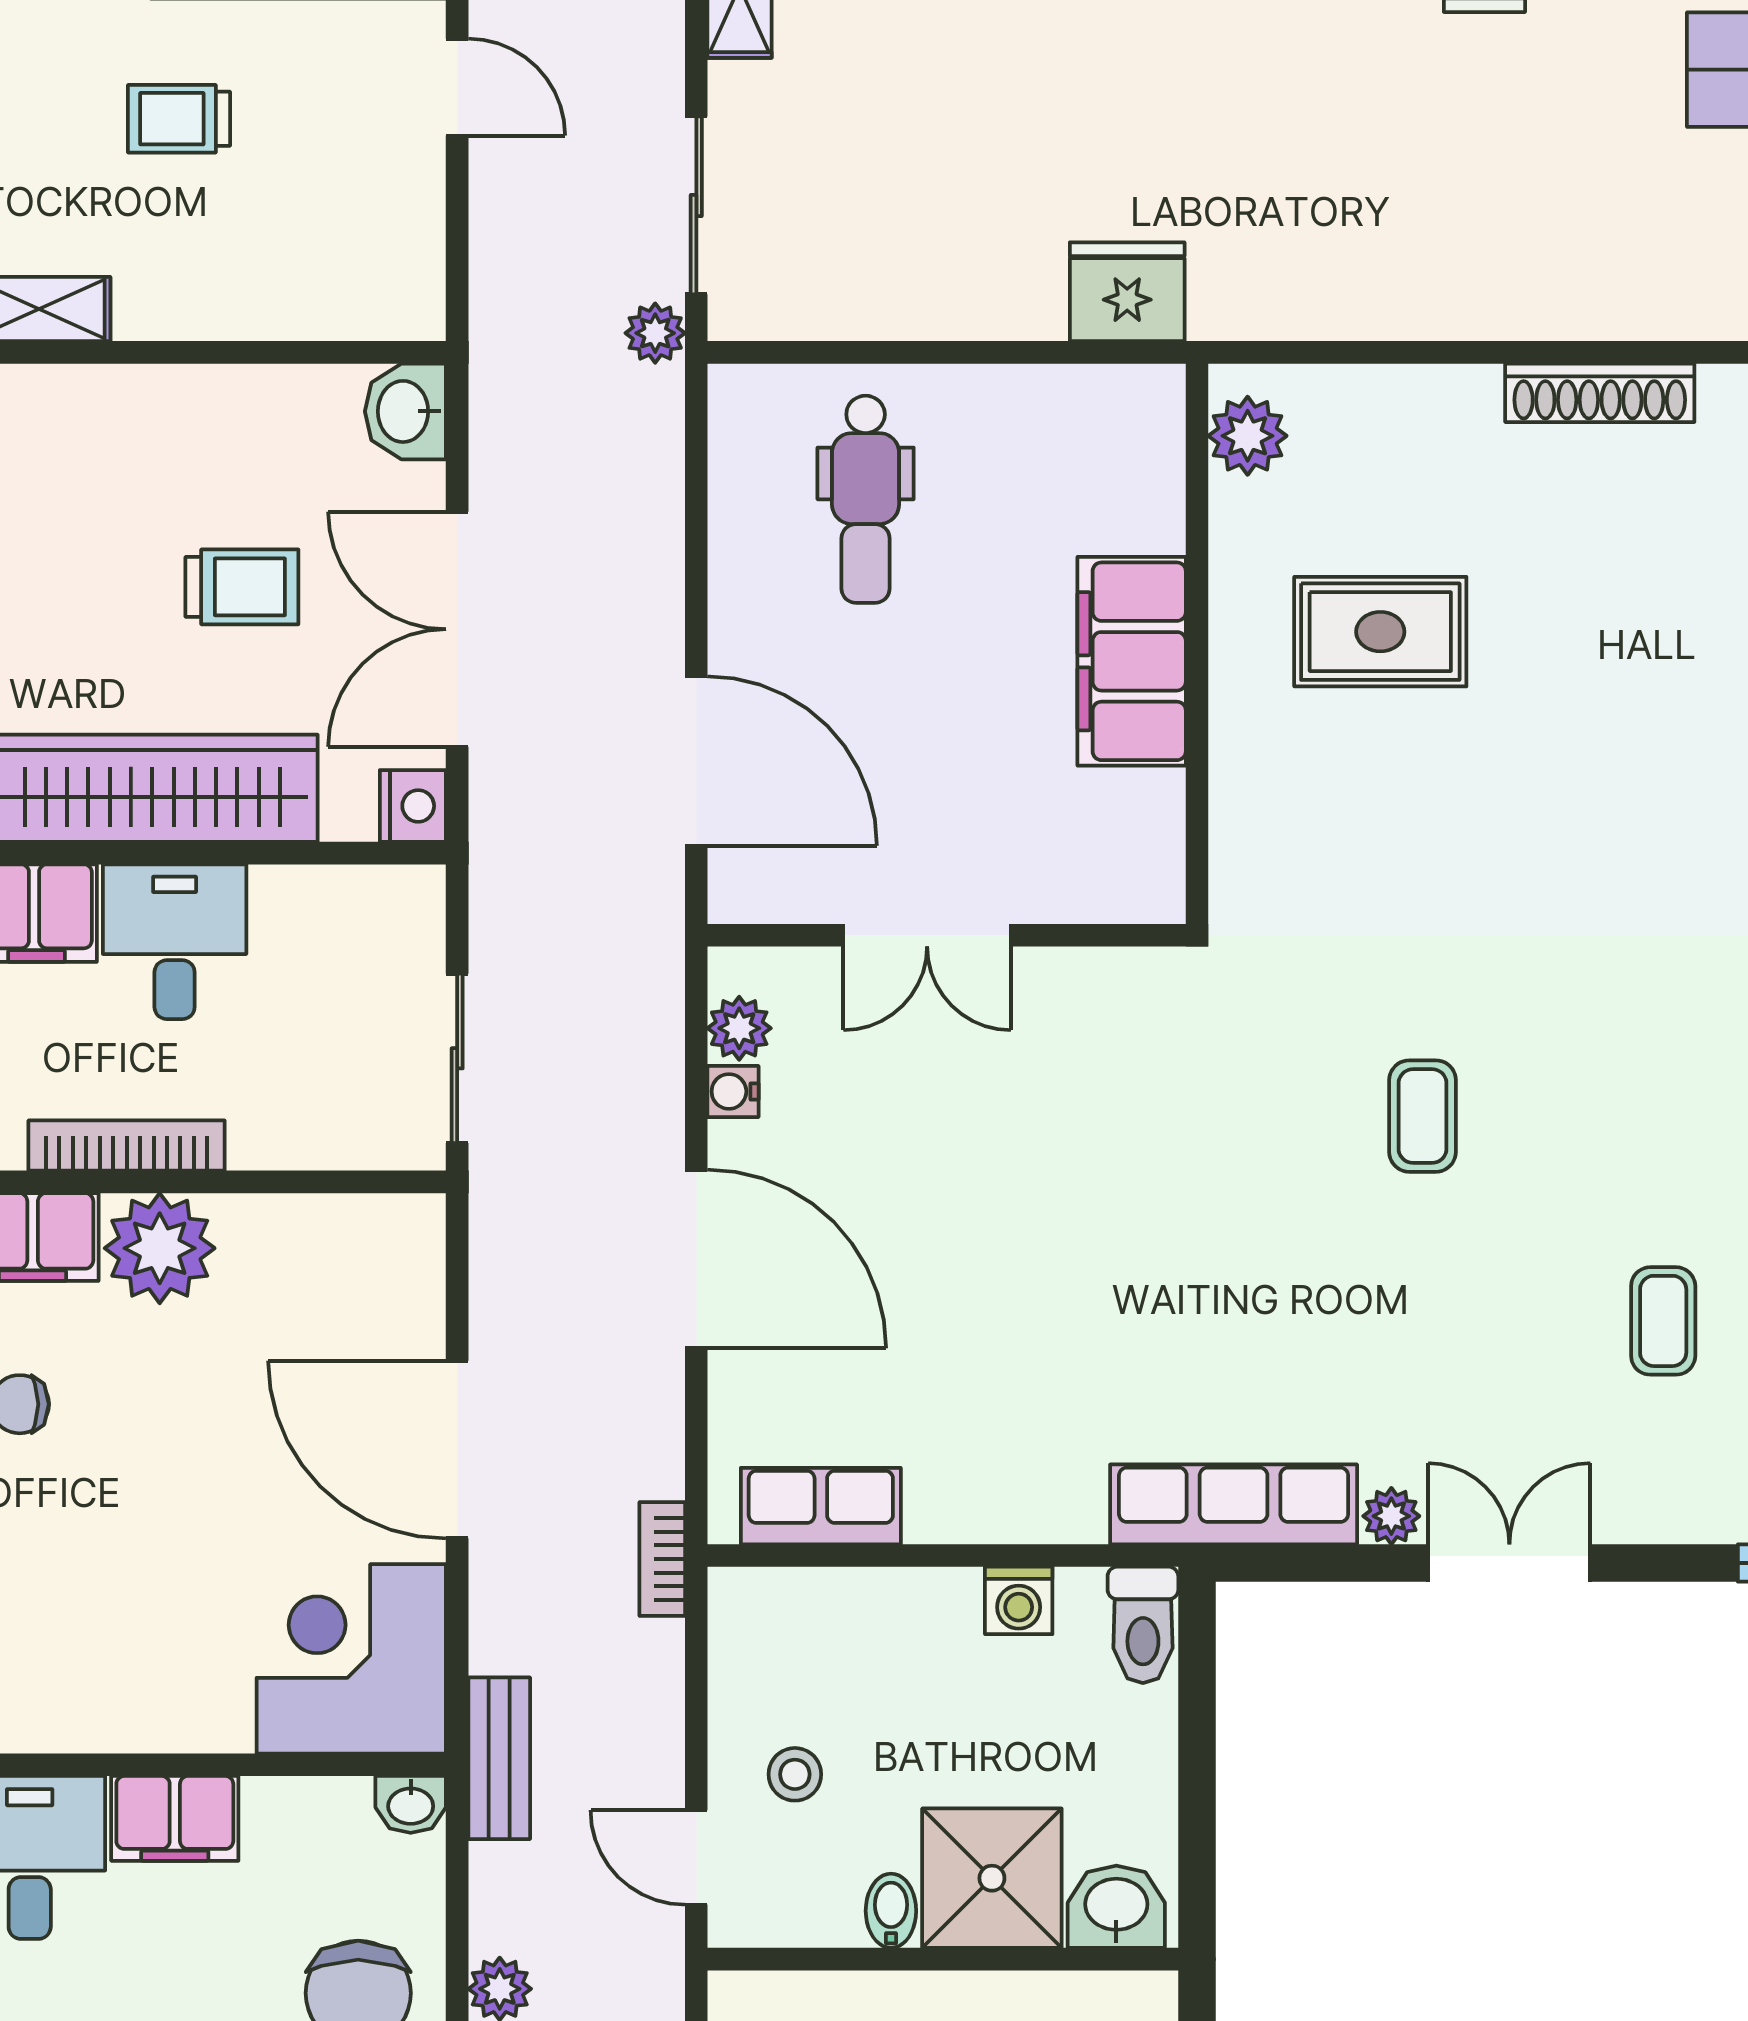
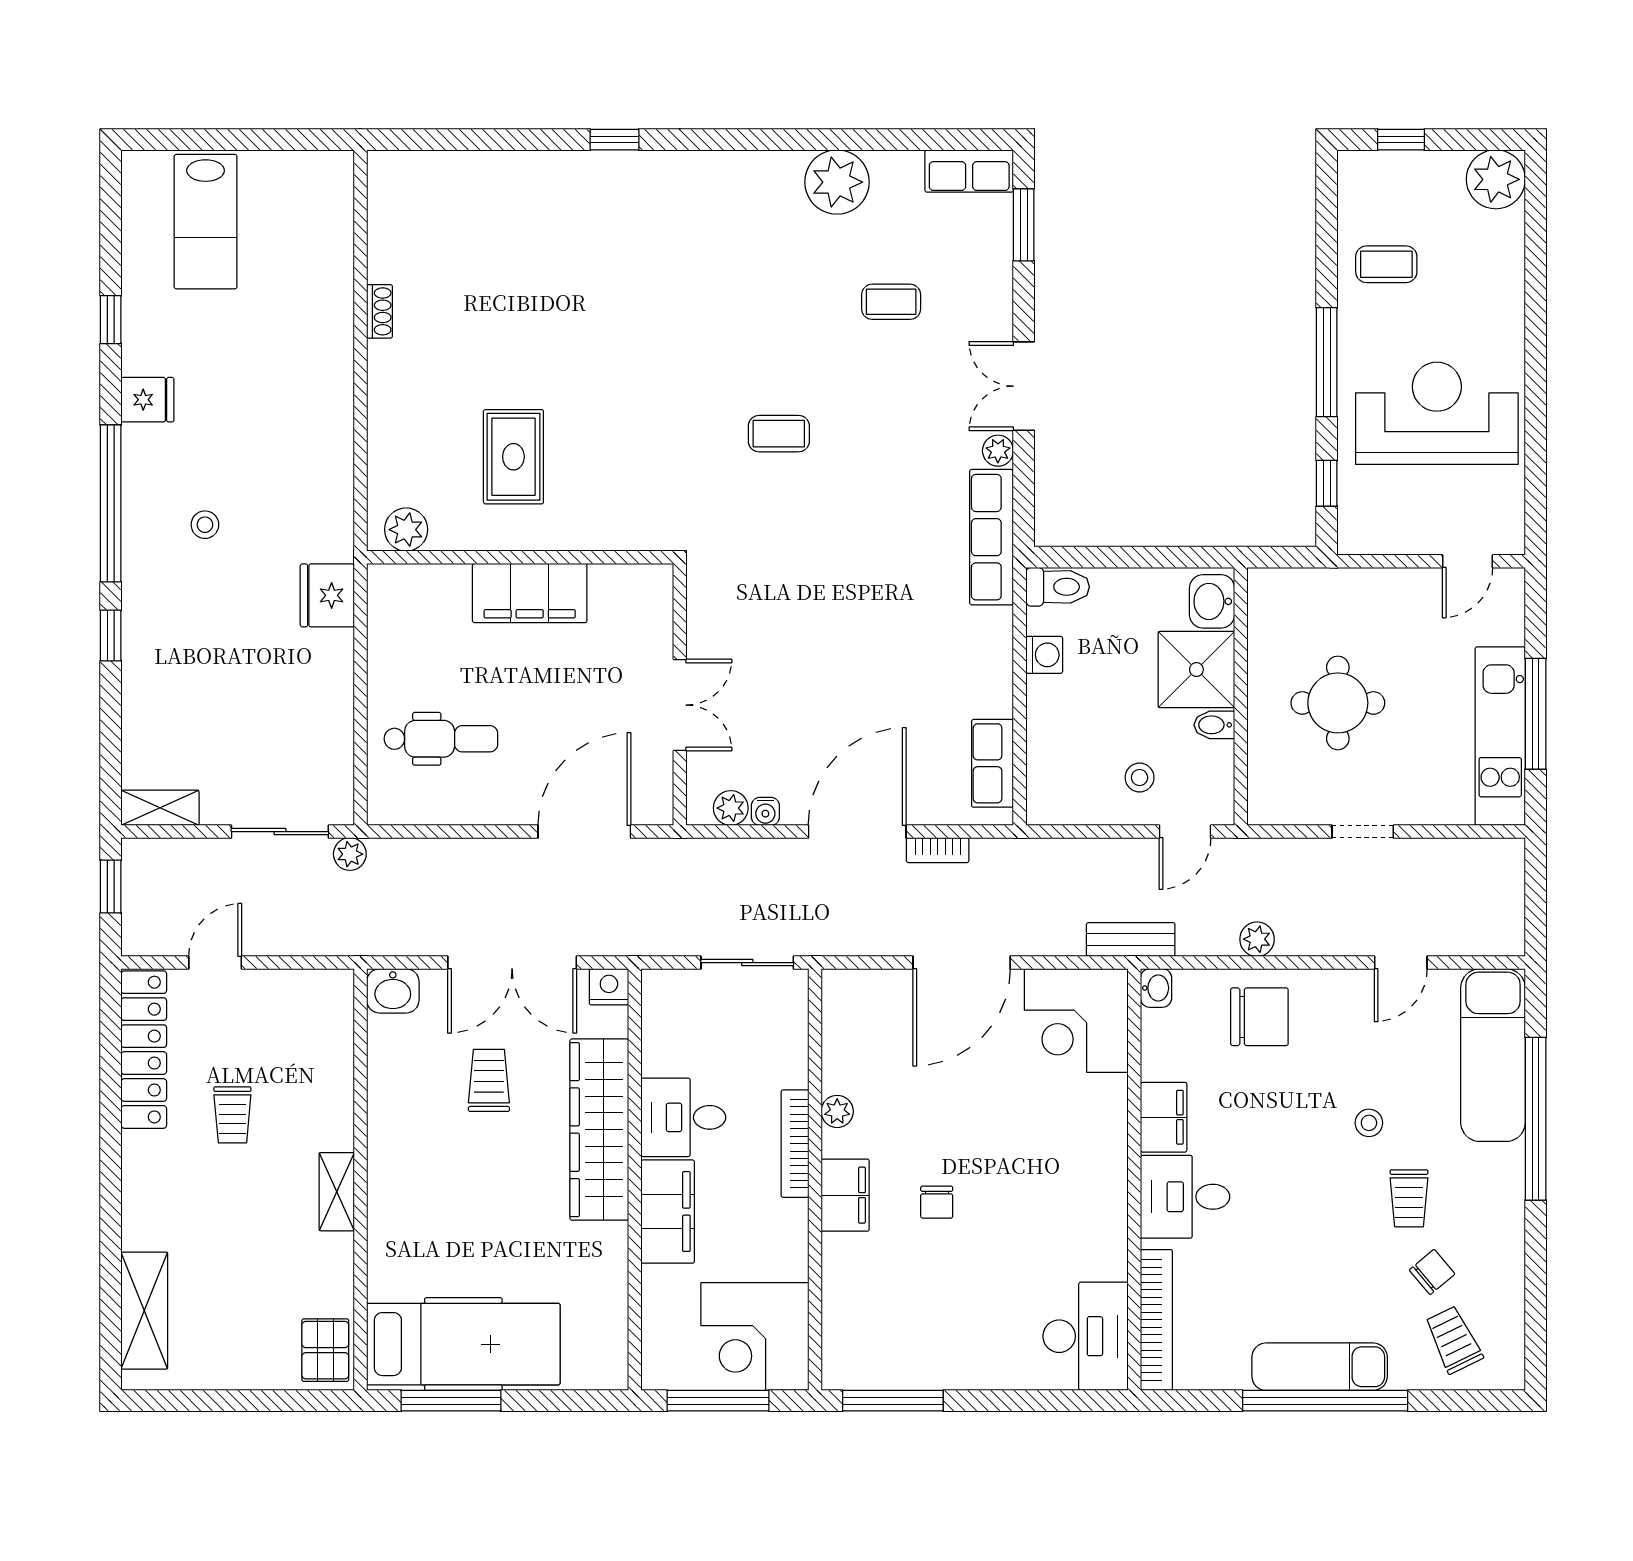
stool: (1256, 68) -> (205, 525), added
shoe rack: (1600, 393) -> (380, 311), width x0.51, depth x0.81
plant: (160, 1248) -> (837, 1111), width x0.53, depth x0.53
bookcase: (662, 1559) -> (938, 850), moved

